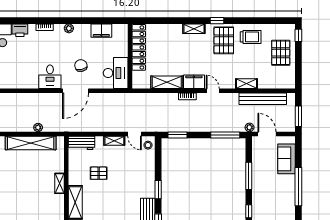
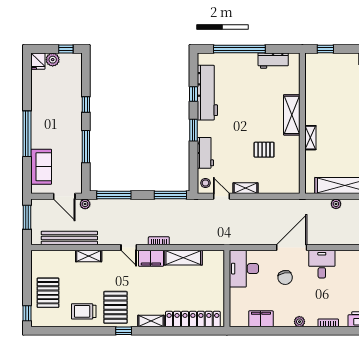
locker: (139, 47) -> (193, 319), moved, turned 90
window: (178, 135) -> (170, 195), width x1.44
workbench: (82, 143) -> (205, 153), moved, turned 90

